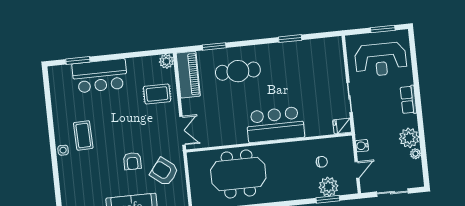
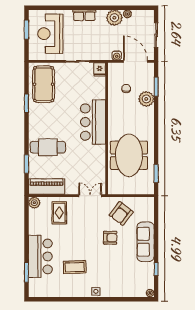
pool table: (316, 58) -> (44, 84), added
reception desk: (381, 60) -> (50, 34), turned 180
cafe table: (238, 71) -> (48, 147), turned 90
coffee table: (83, 136) -> (75, 267), moved
door: (357, 170) -> (135, 61), width x1.87
plant: (328, 187) -> (146, 99), moved

